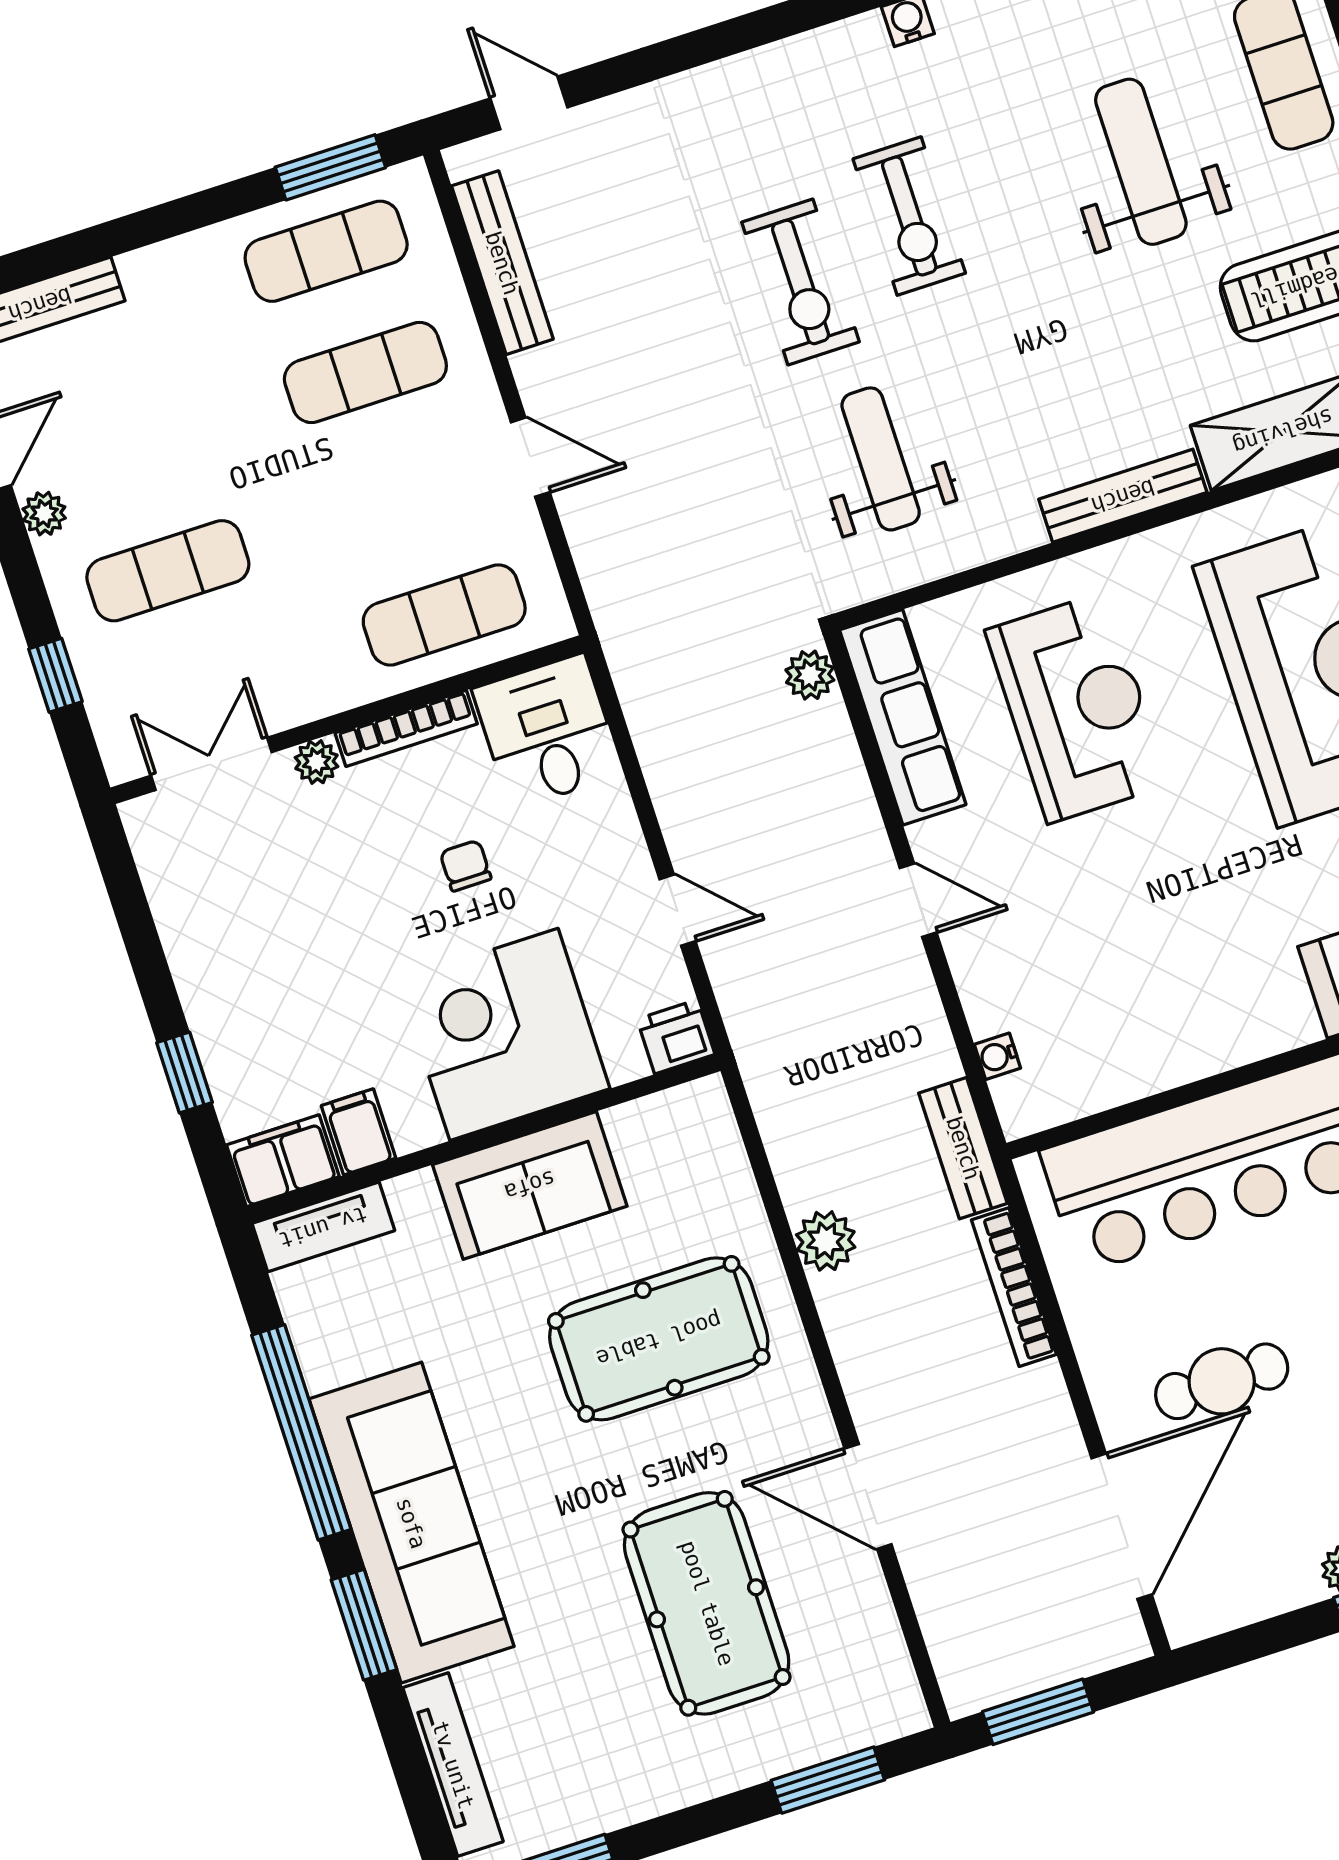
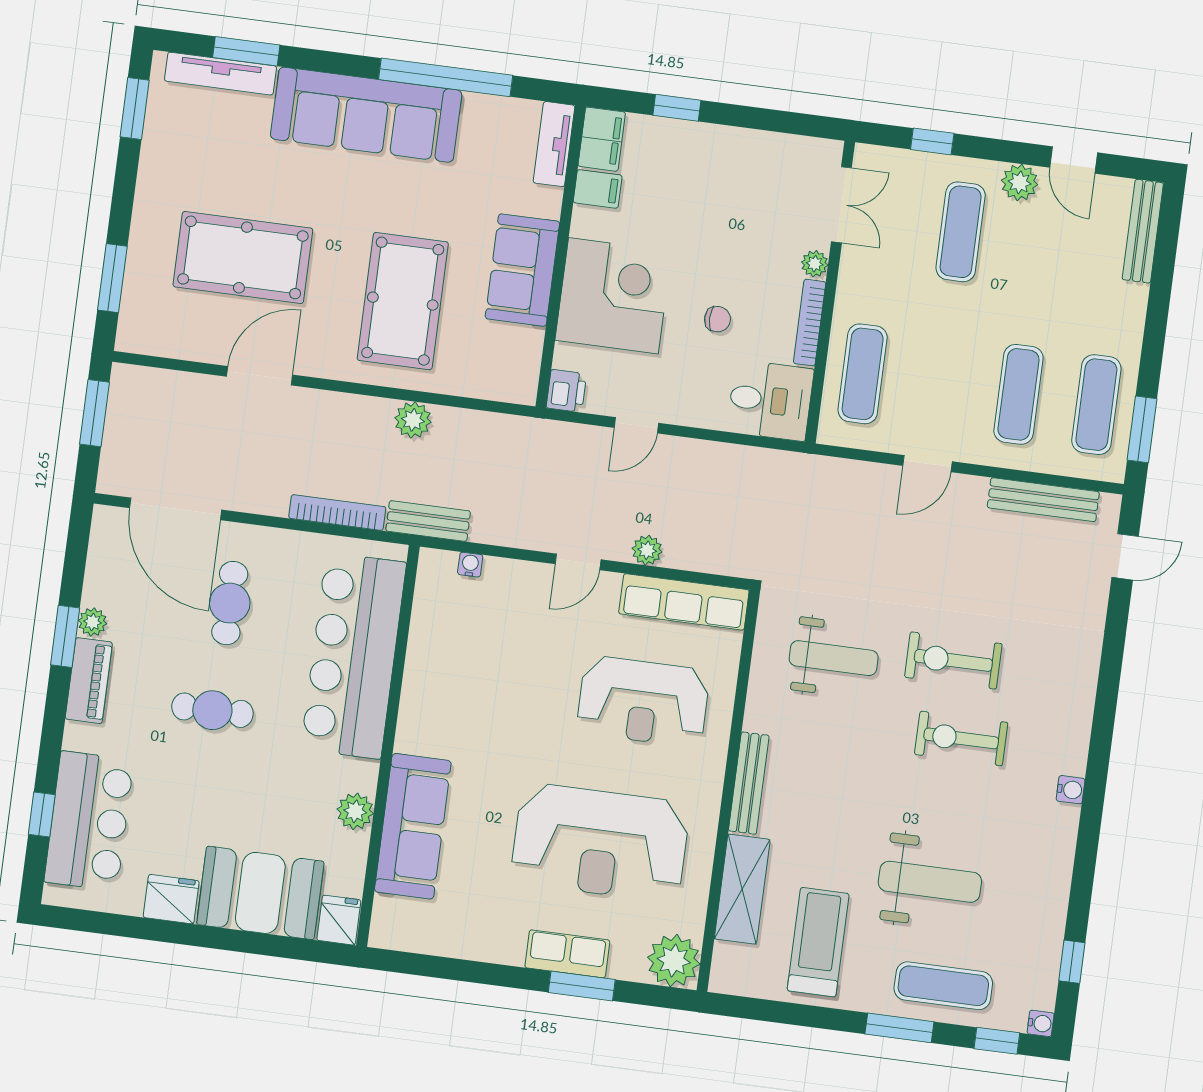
plant: (44, 514) -> (1020, 182), width x1.38, depth x1.38
plant: (810, 675) -> (647, 550), moved
window: (364, 1625) -> (246, 51), moved

